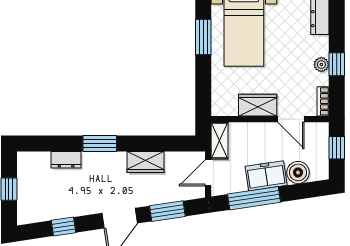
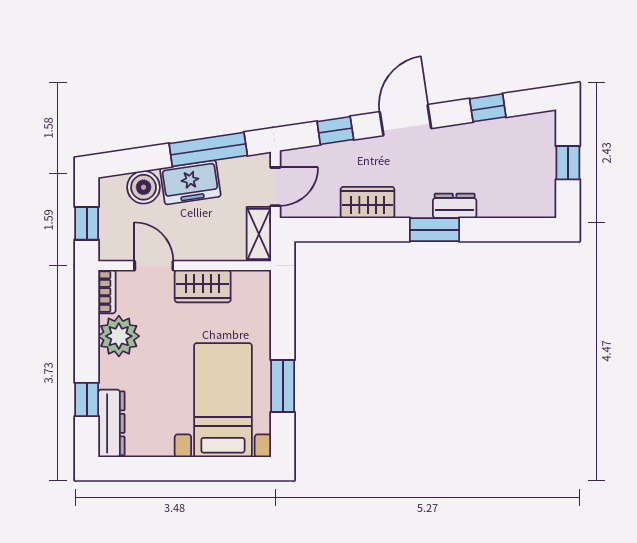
window: (337, 64) -> (87, 400), moved
plant: (321, 65) -> (119, 336), width x1.88, depth x1.88
dresser: (66, 160) -> (455, 206), moved
window: (167, 211) -> (335, 131), width x0.67

